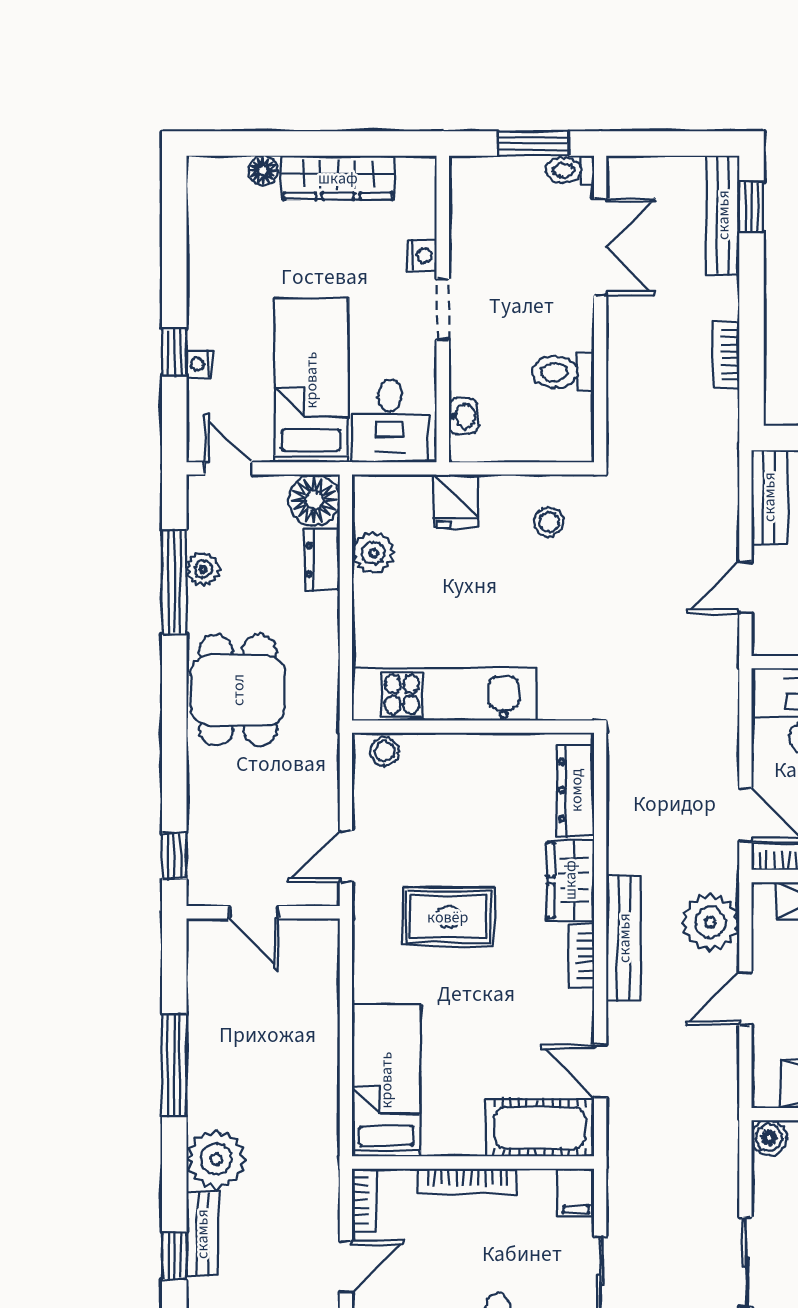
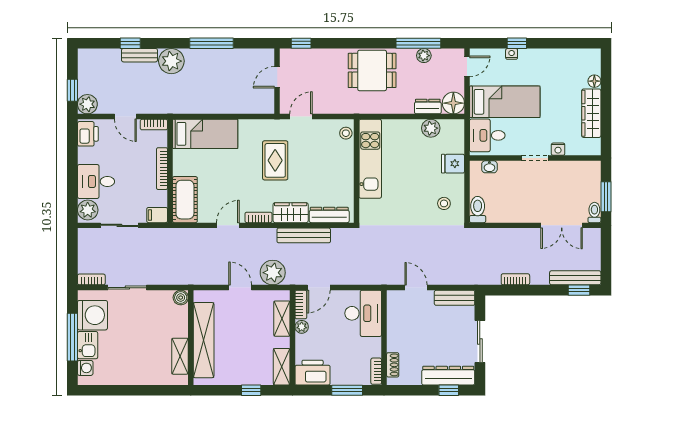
toilet: (563, 372) -> (478, 210), moved
door: (346, 856) -> (301, 117), hinge flipped
bench: (624, 938) -> (304, 235), moved
door: (600, 1071) -> (228, 225), moved

